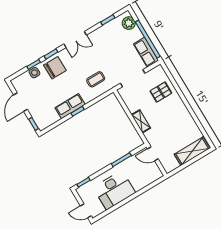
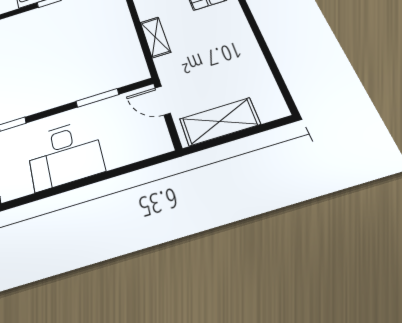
shelving: (192, 151) -> (220, 122), moved

